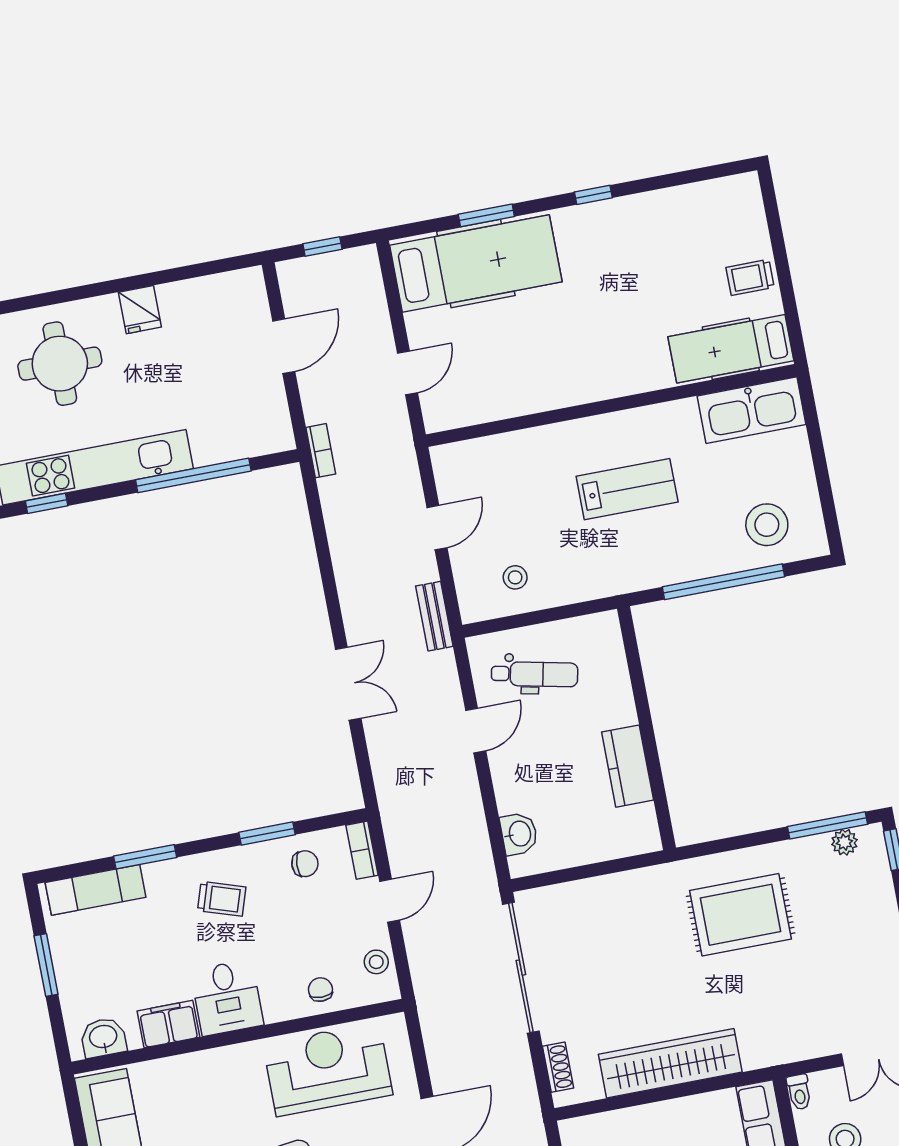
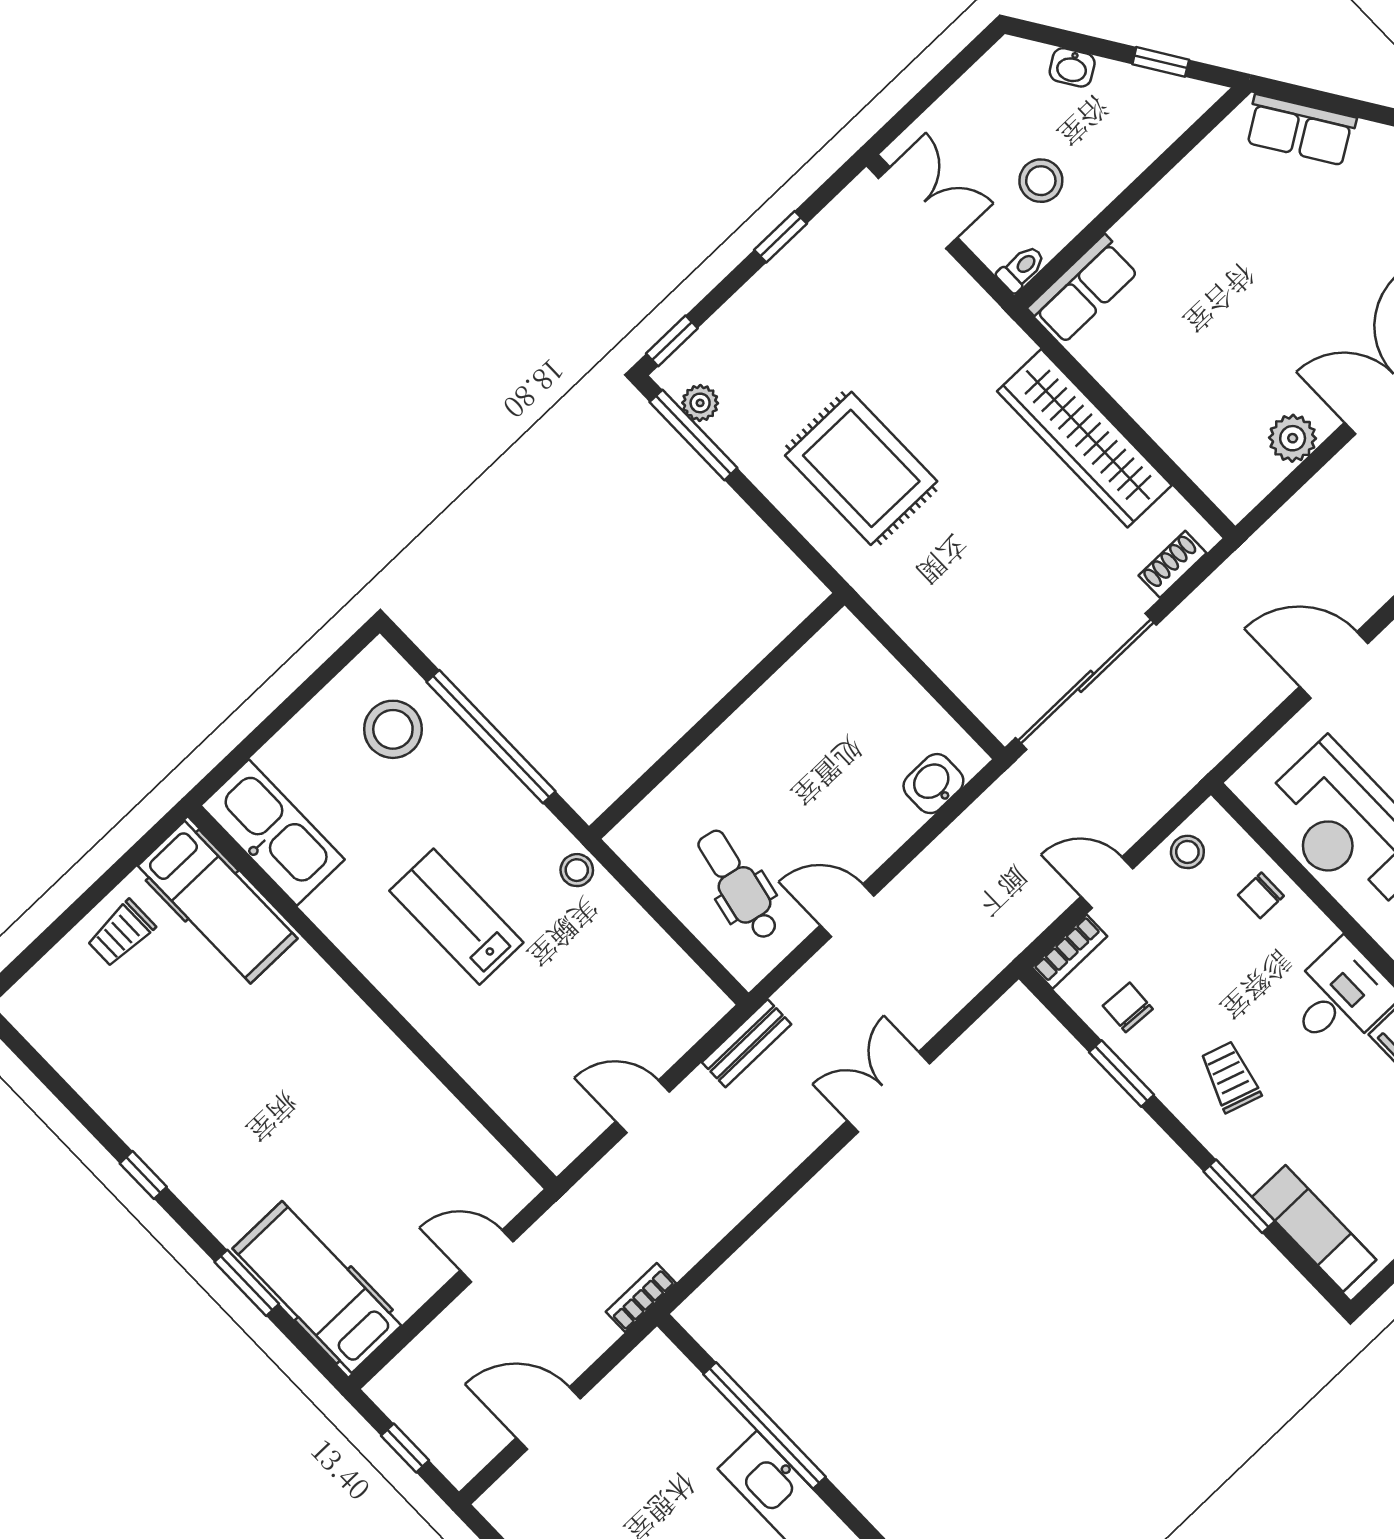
hospital bed: (476, 264) -> (317, 1287), width x0.73, depth x0.78
trolley: (750, 277) -> (121, 933), turned 90
stool: (515, 577) -> (577, 870), moved
kitchen counter: (628, 766) -> (775, 709), removed

